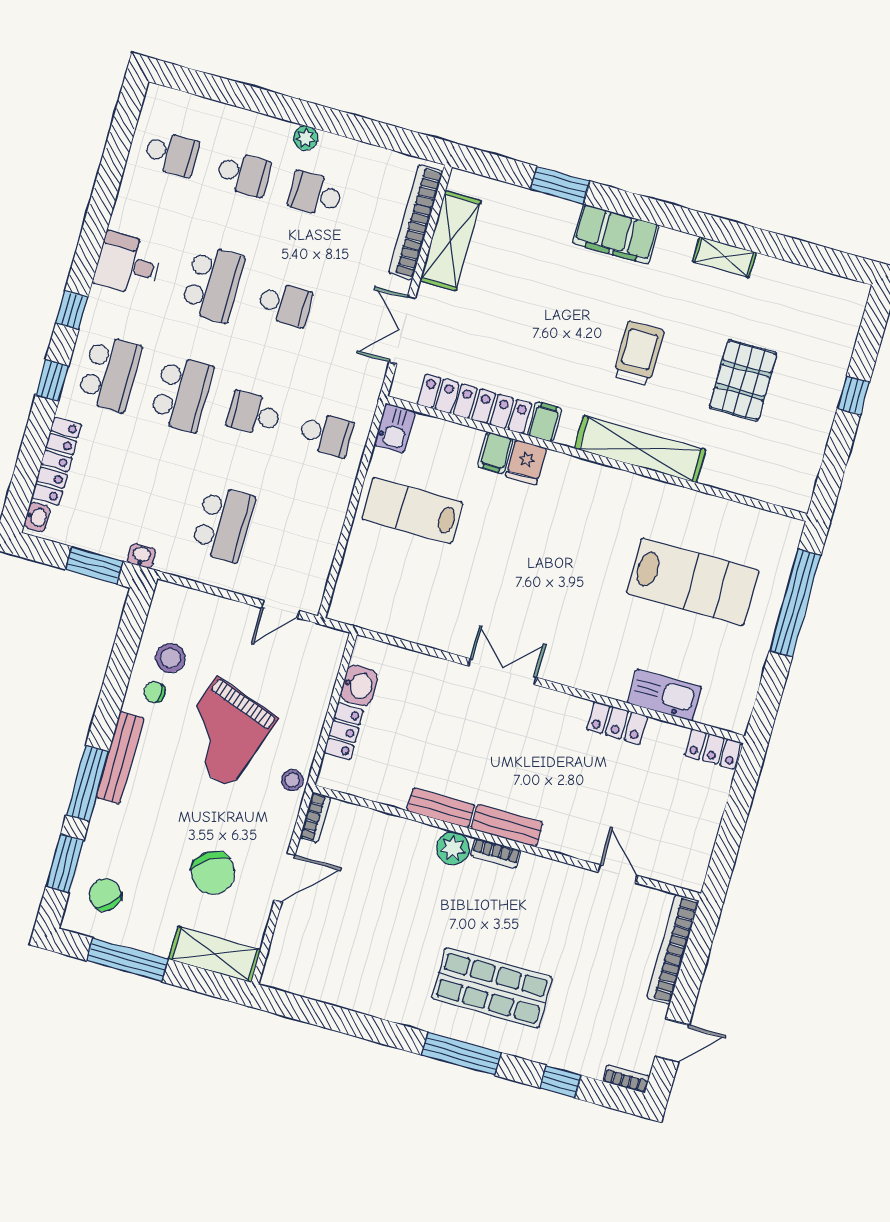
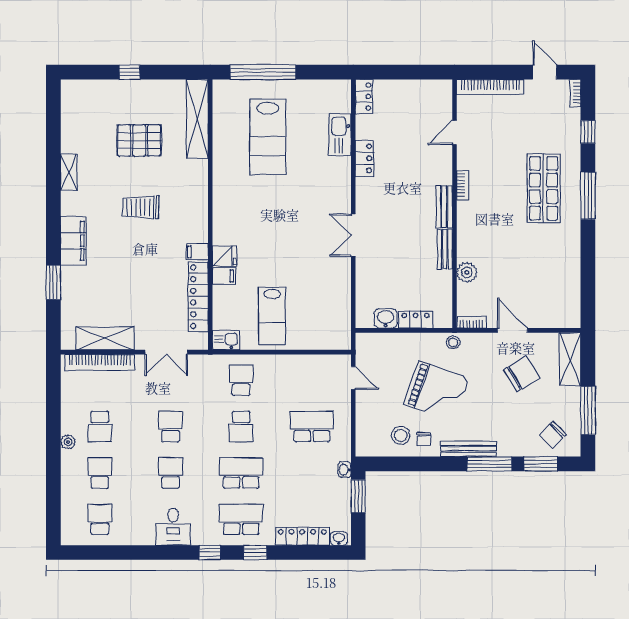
school desk: (213, 284) -> (170, 473), width x0.54
shelving: (640, 449) -> (197, 119), moved
lab bench: (692, 582) -> (268, 137), turned 180
plant: (453, 848) -> (467, 272), moved
bookcase: (496, 853) -> (462, 185), moved

